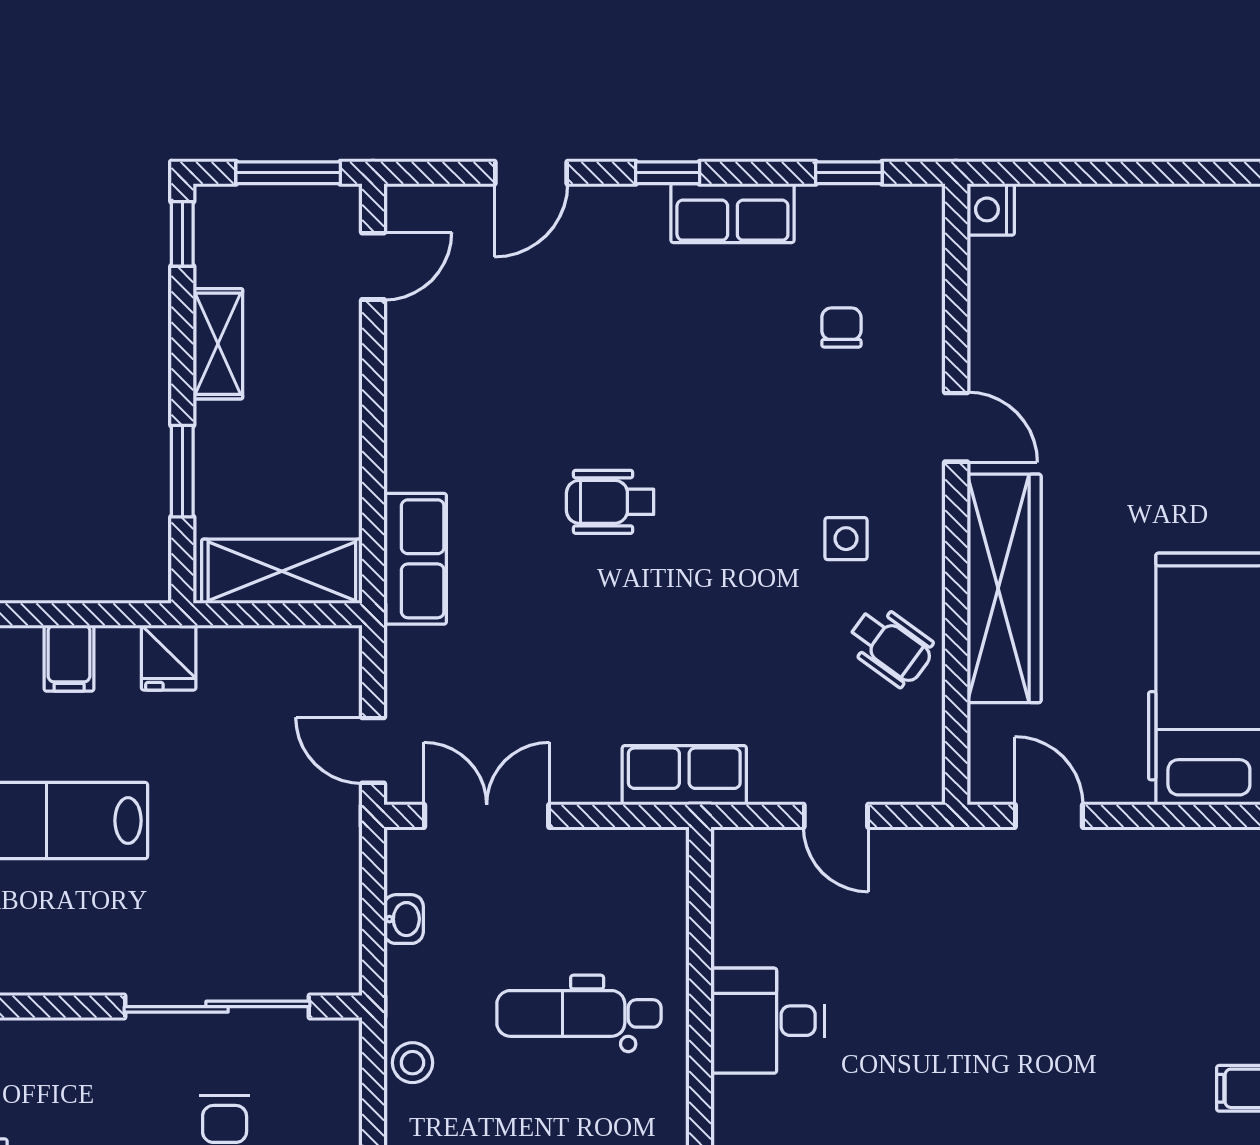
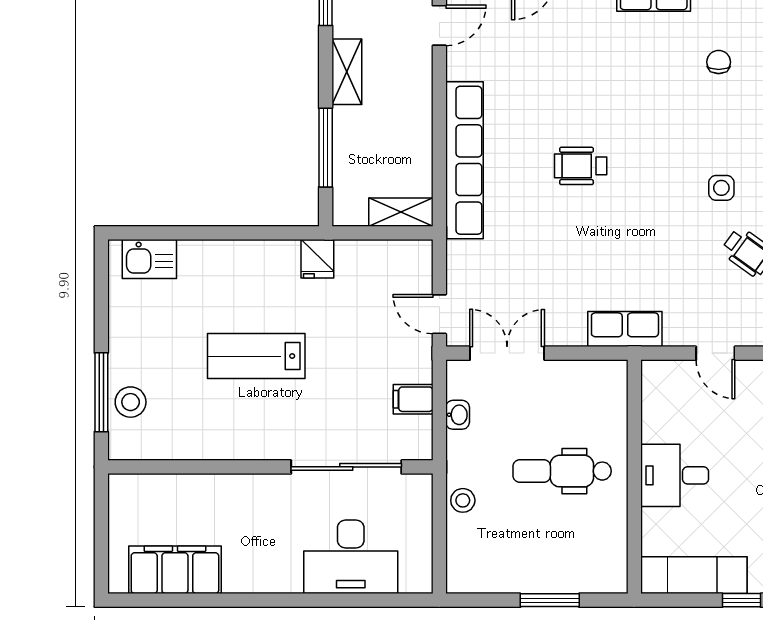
window: (182, 471) -> (326, 148), width x1.44
row of seats: (415, 559) -> (464, 160), width x2.02
shelving: (282, 571) -> (401, 212), width x0.67, depth x0.75
filing cabinet: (69, 658) -> (413, 399), moved, turned 90

